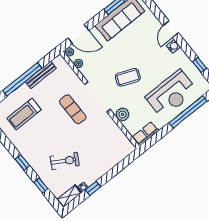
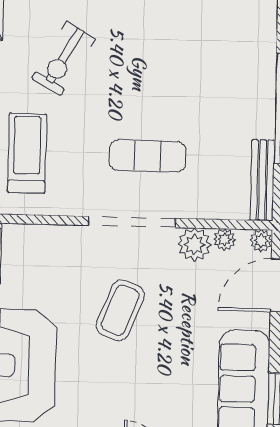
bench: (41, 75) -> (262, 180), moved
treadmill: (24, 114) -> (27, 153), moved
plant: (122, 114) -> (194, 244), moved

